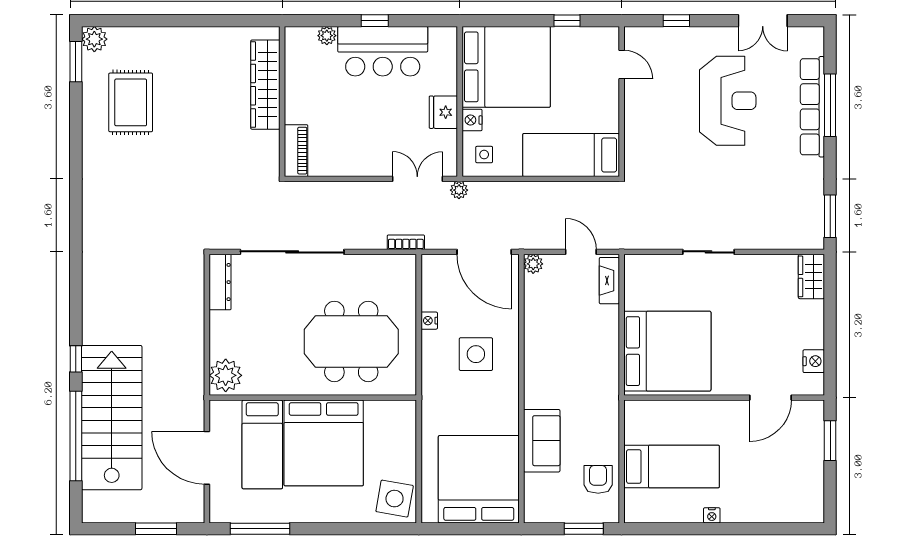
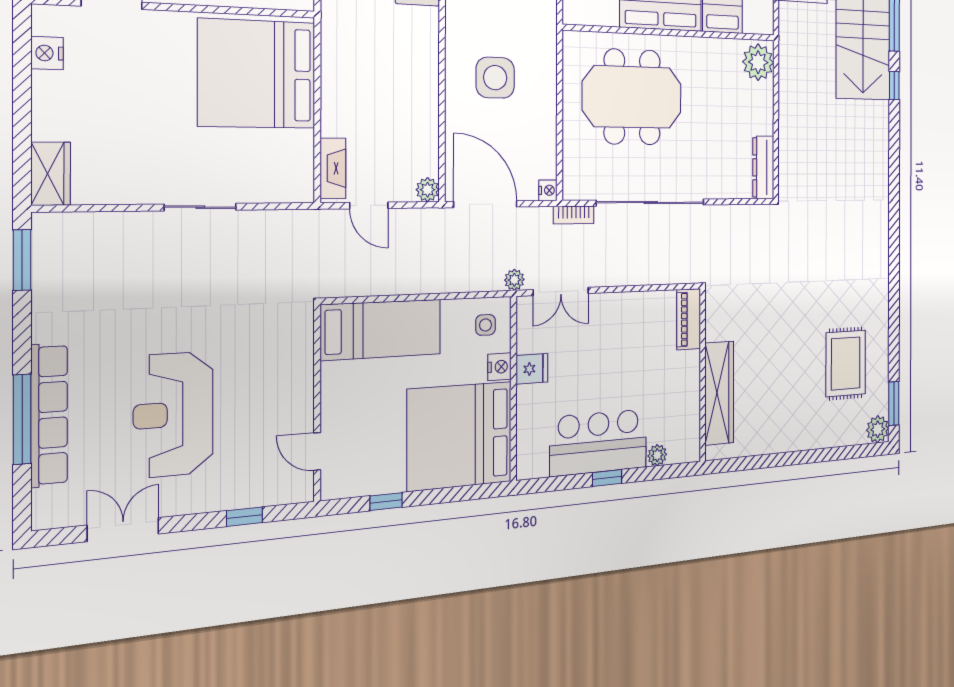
fridge: (443, 112) -> (532, 369), width x0.72
sliding door: (292, 252) -> (651, 203), moved
nightstand: (429, 321) -> (548, 190), moved

